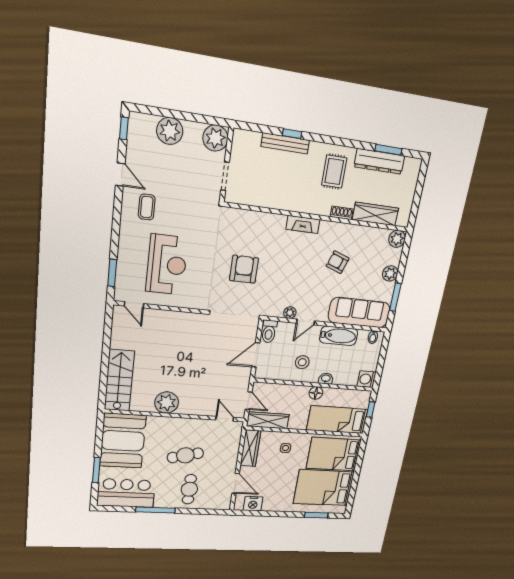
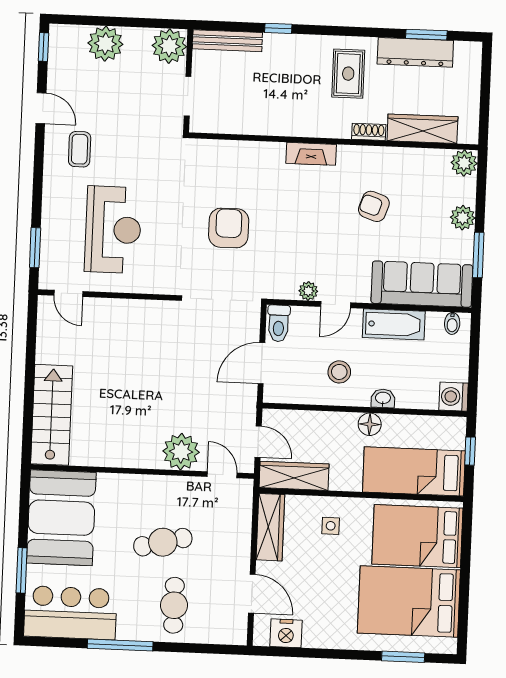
bench: (285, 143) -> (227, 41), moved
plant: (167, 403) -> (181, 452), moved

